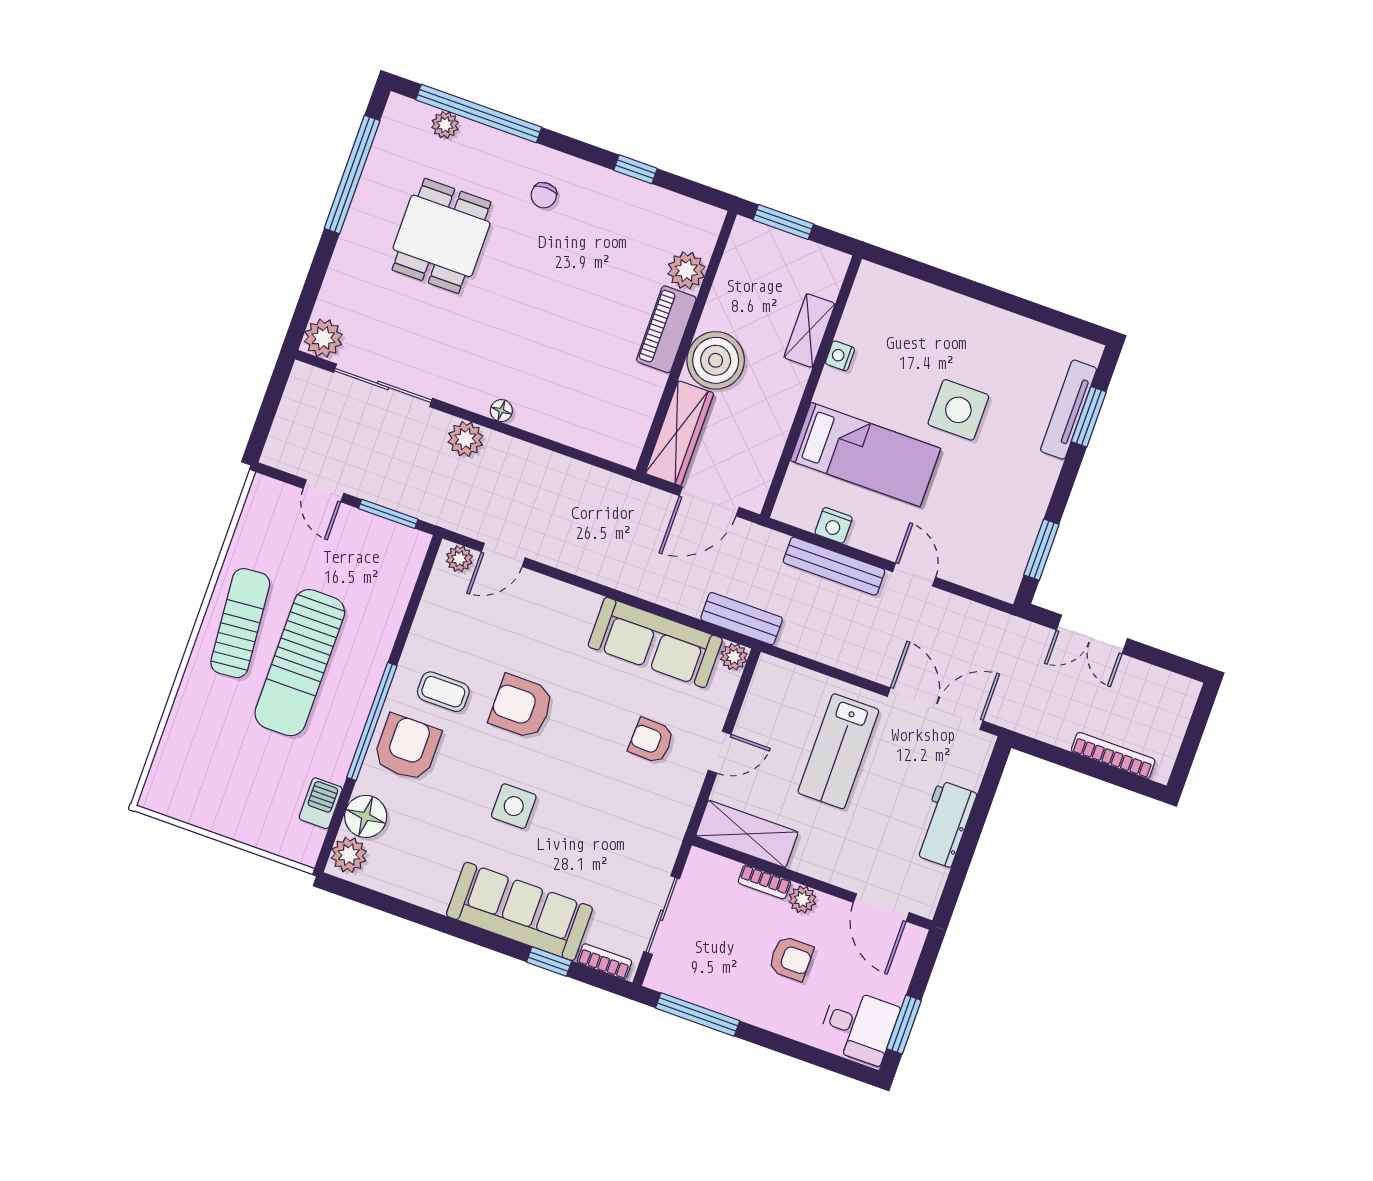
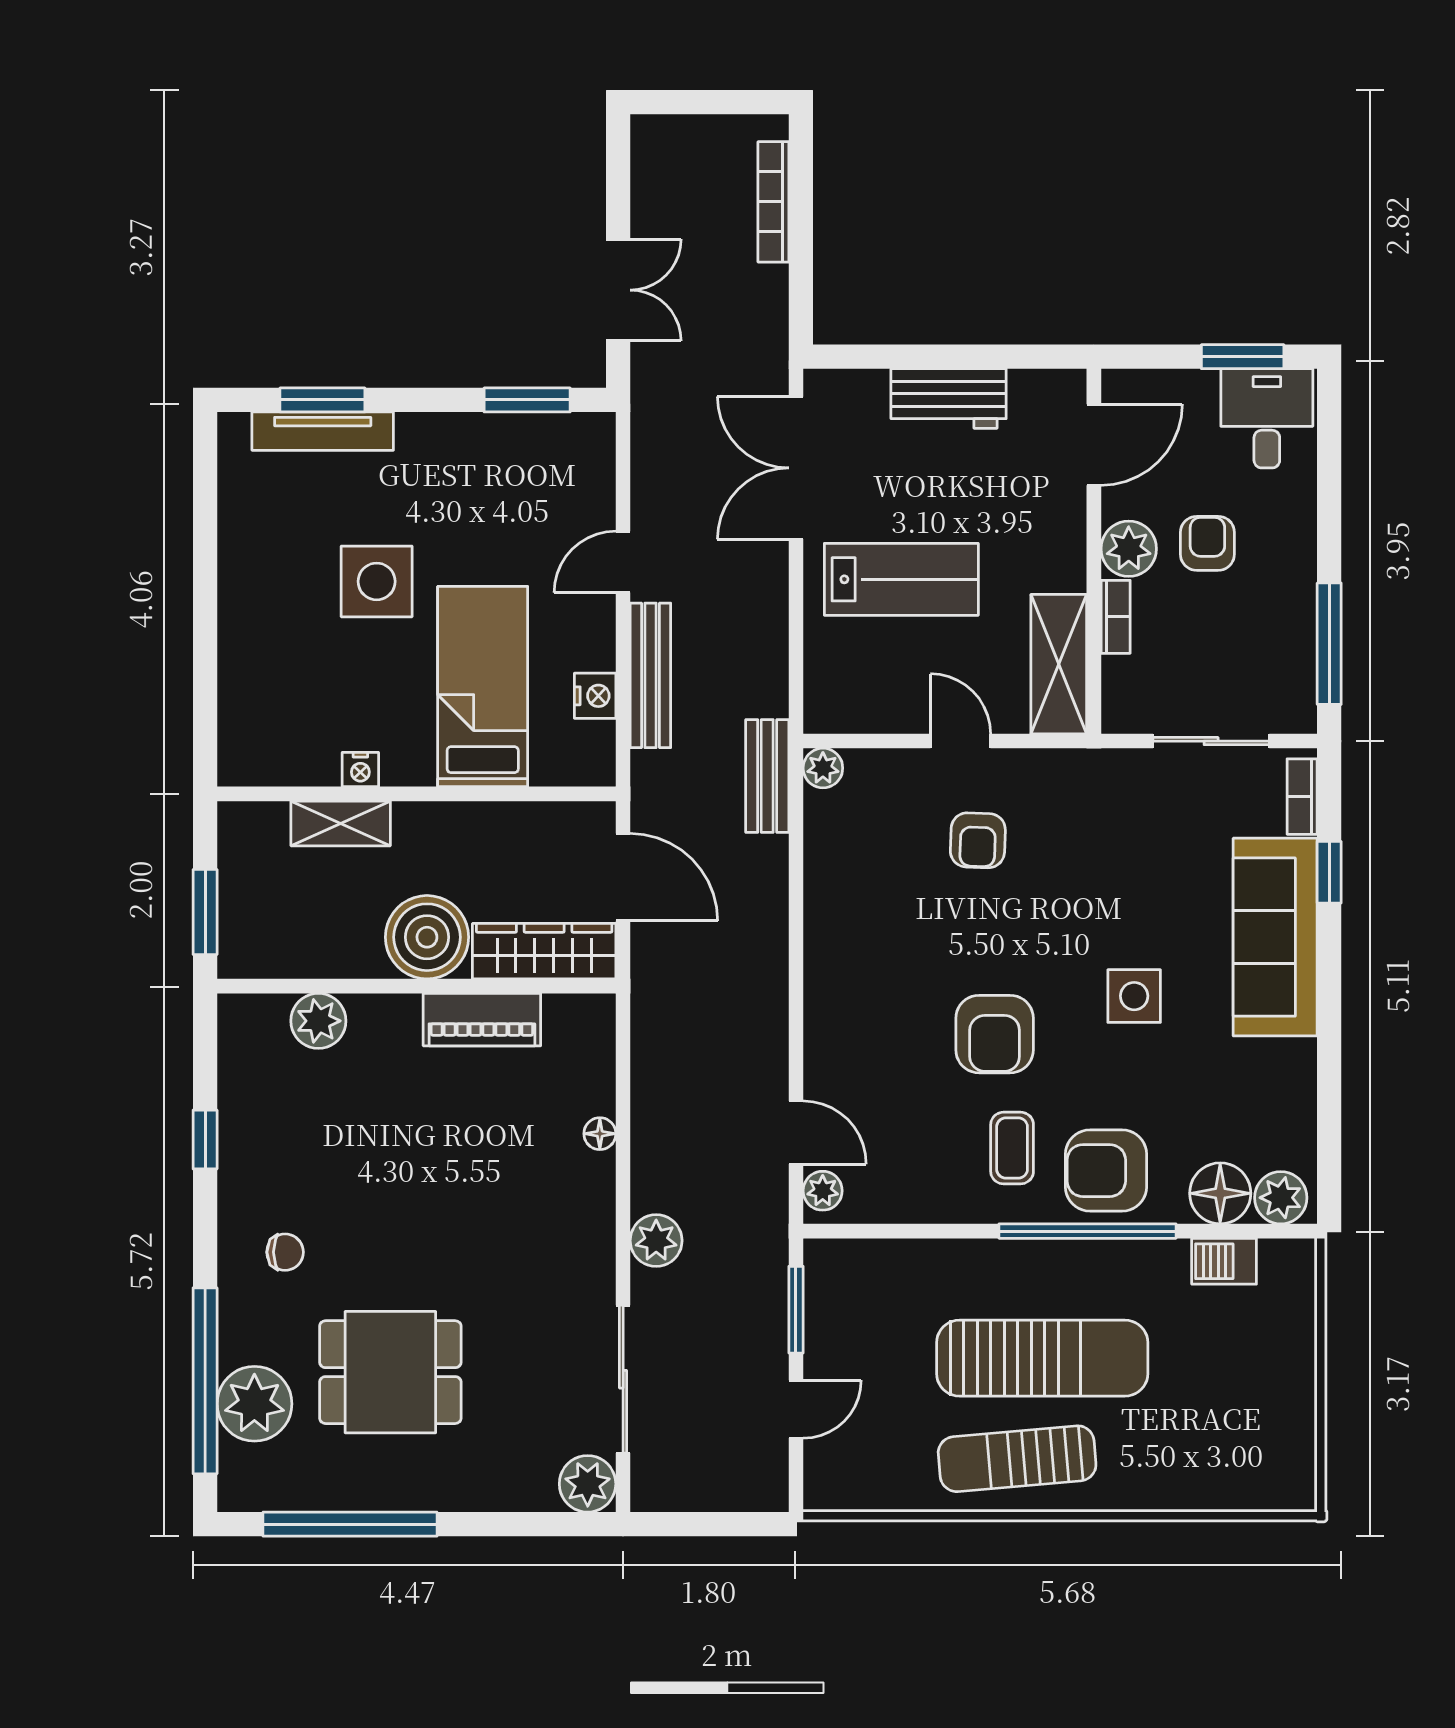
plant: (445, 125) -> (254, 1404), width x1.87, depth x1.87
piano: (666, 329) -> (482, 1020), moved
floor lamp: (501, 411) -> (600, 1134), moved
sofa: (655, 642) -> (842, 882), removed
plant: (802, 899) -> (1129, 549), width x1.38, depth x1.38

